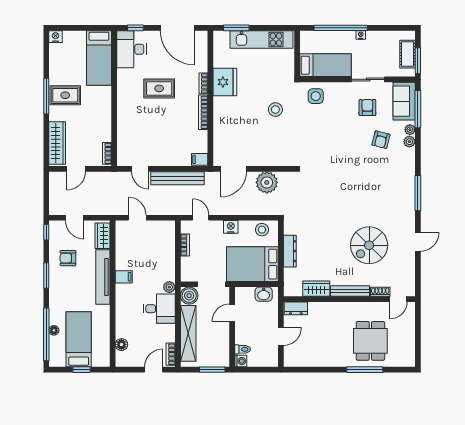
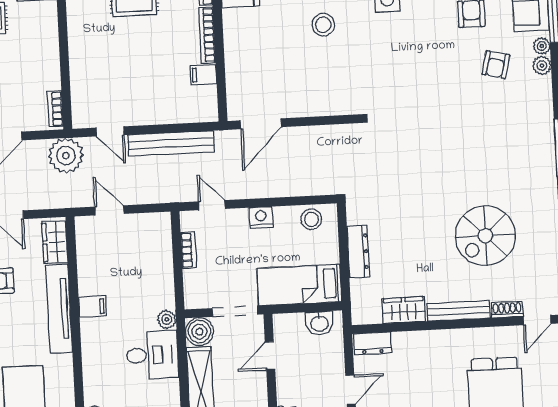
filing cabinet: (200, 159) -> (203, 75), moved
plant: (267, 182) -> (66, 156), moved
bed: (252, 264) -> (299, 285), width x0.67

